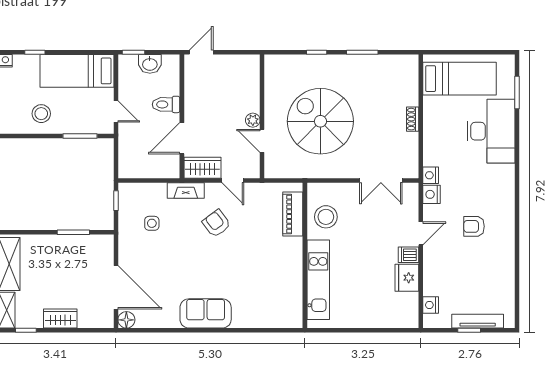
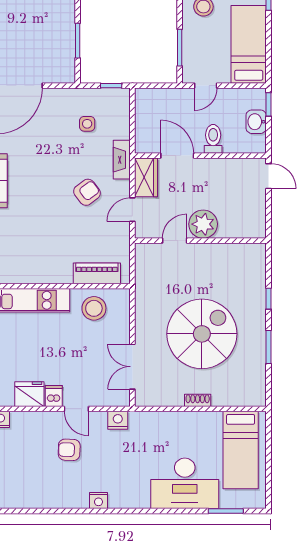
plant: (253, 120) -> (203, 224), width x1.88, depth x1.88
spiral stairs: (320, 121) -> (202, 334), moved
nightstand: (431, 175) -> (98, 501), moved, turned 180
armchair: (474, 226) -> (69, 450), moved, turned -88

